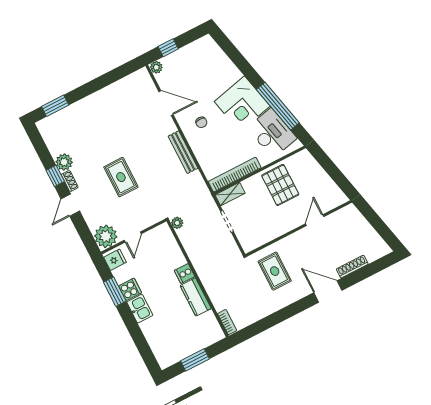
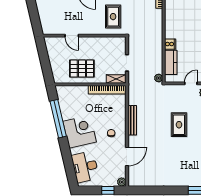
door: (166, 103) -> (127, 156), swing flipped
desk: (272, 133) -> (85, 167), moved
pallet: (280, 185) -> (82, 69), turned 90
door: (315, 220) -> (72, 36), hinge flipped
kitchen counter: (196, 297) -> (171, 62), moved

